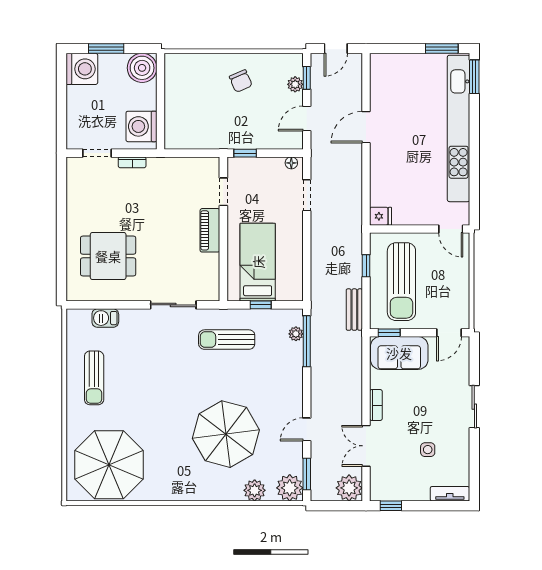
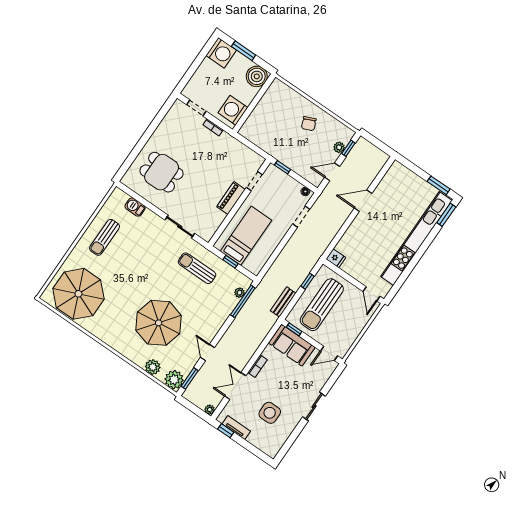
door: (336, 49) -> (377, 143), removed
door: (307, 429) -> (207, 353), hinge flipped
side table: (428, 450) -> (270, 413), width x1.87, depth x1.87
plant: (349, 488) -> (210, 410), width x0.53, depth x0.53
tv unit: (450, 494) -> (236, 428), moved

